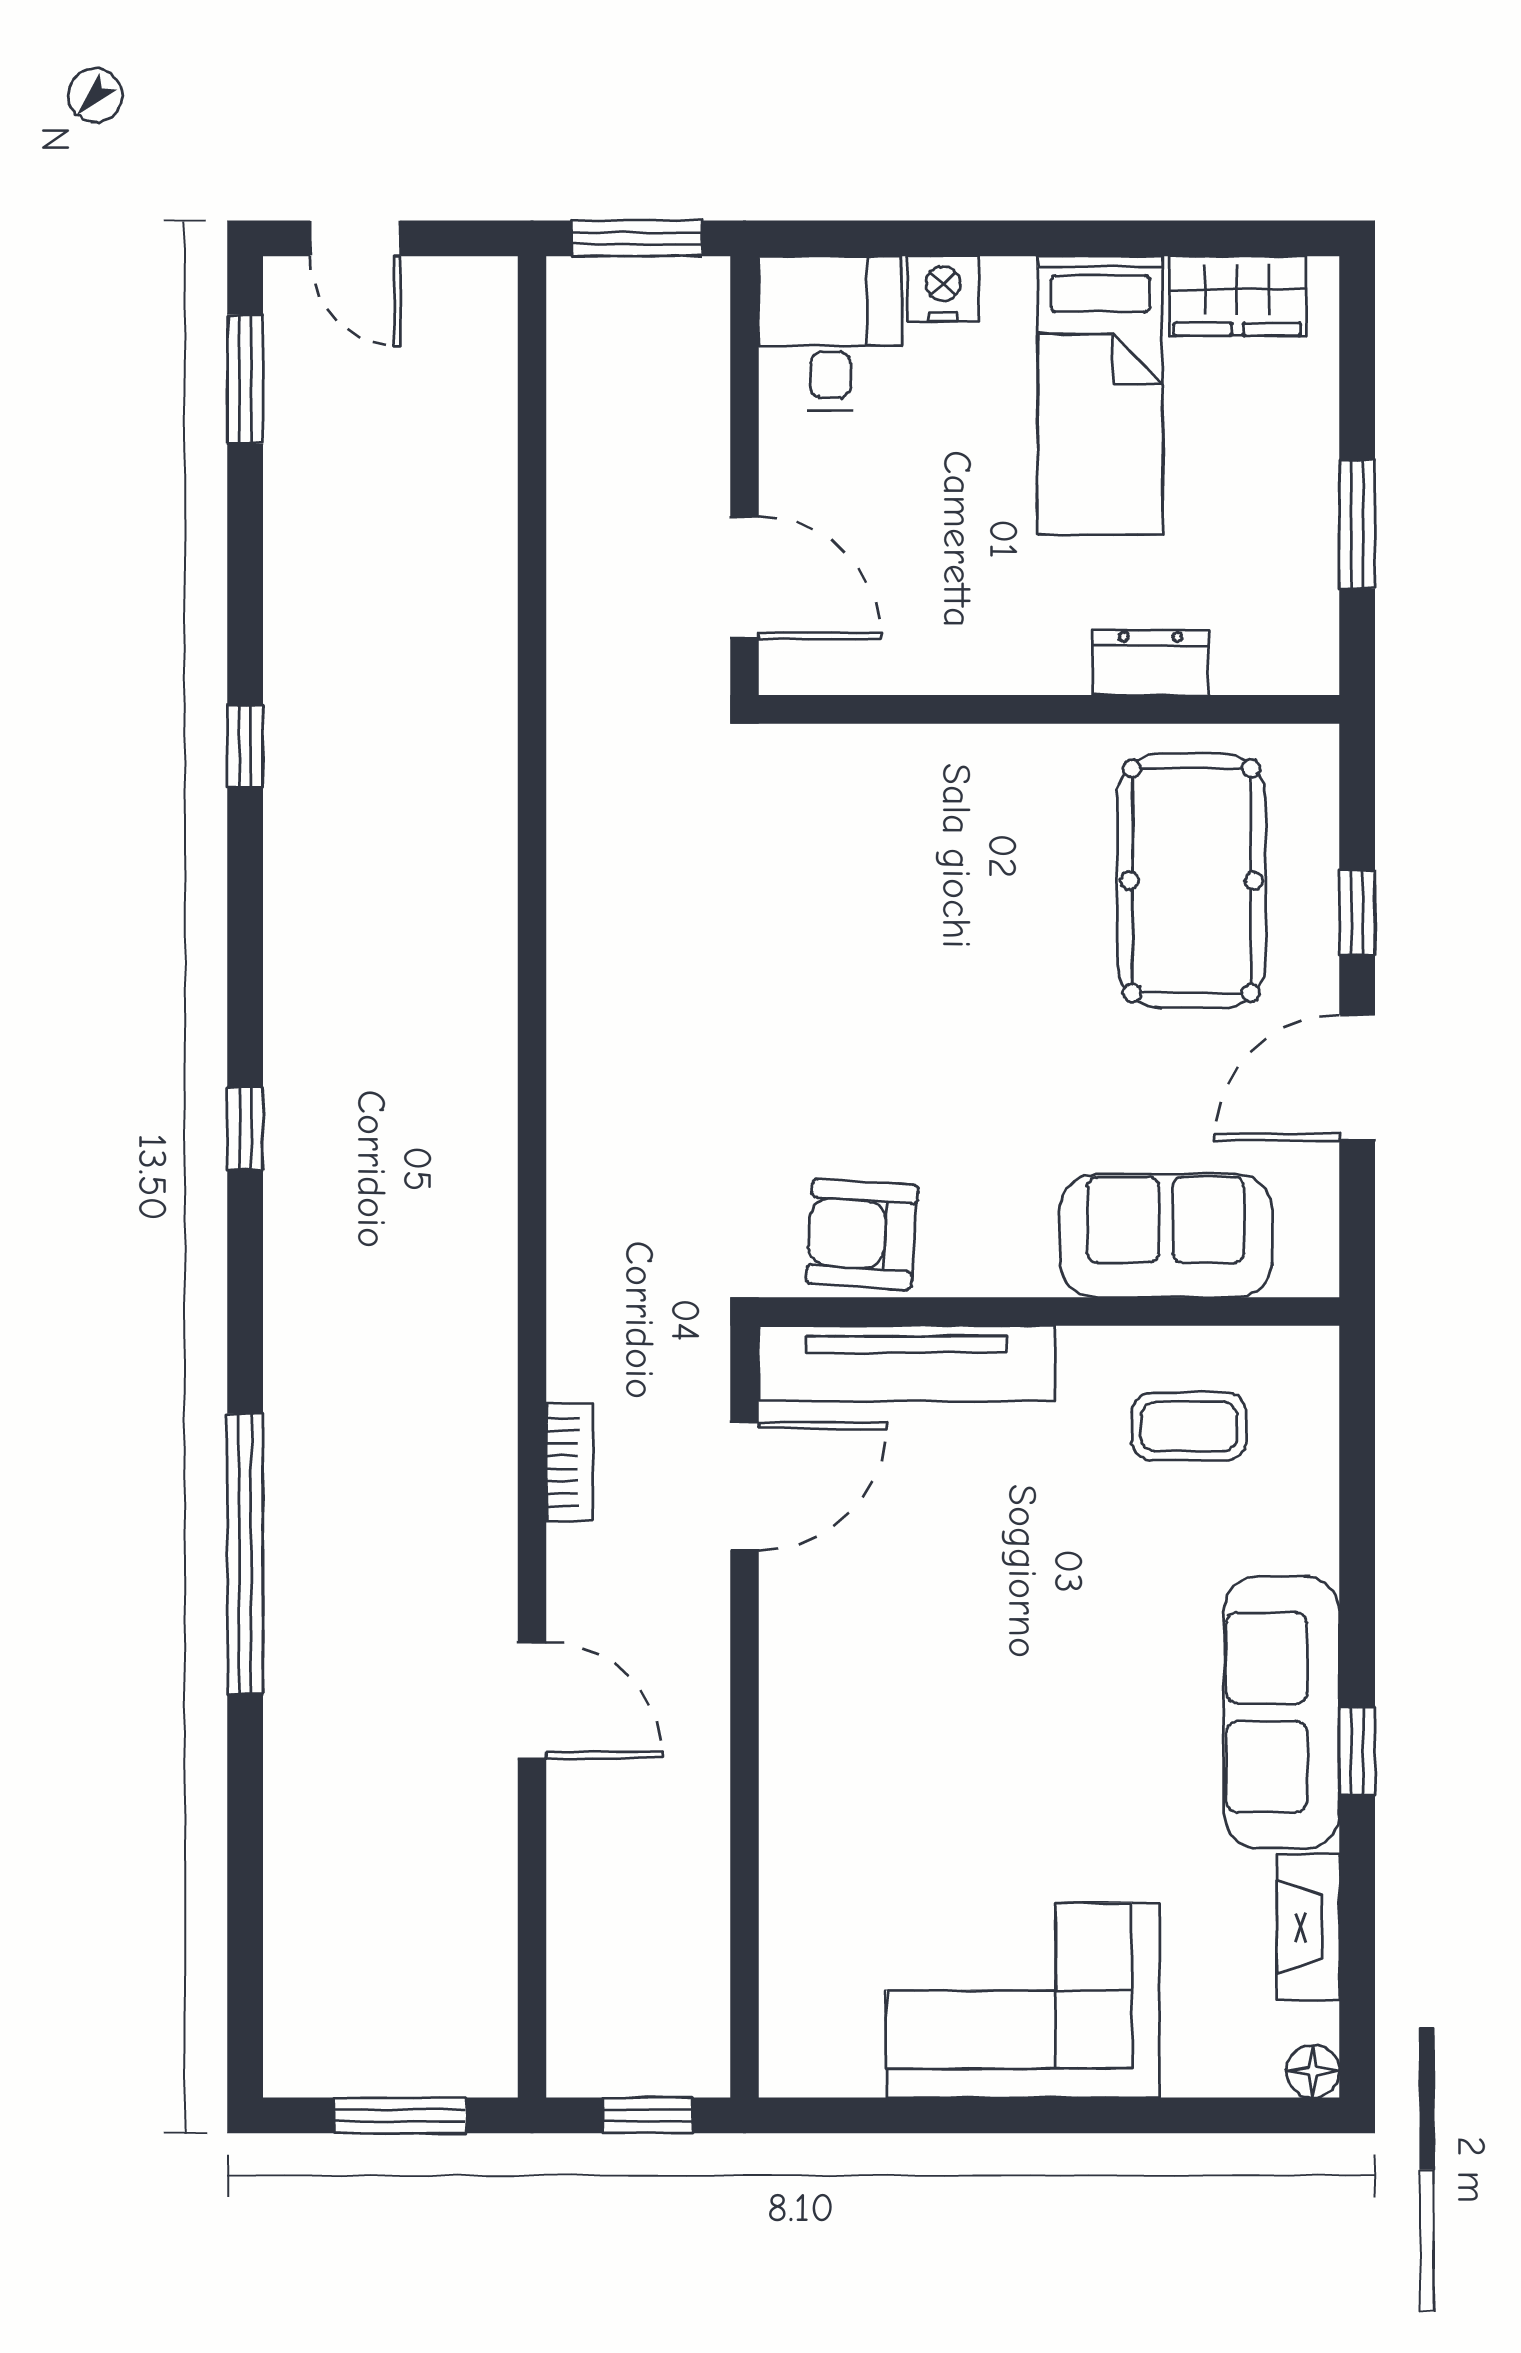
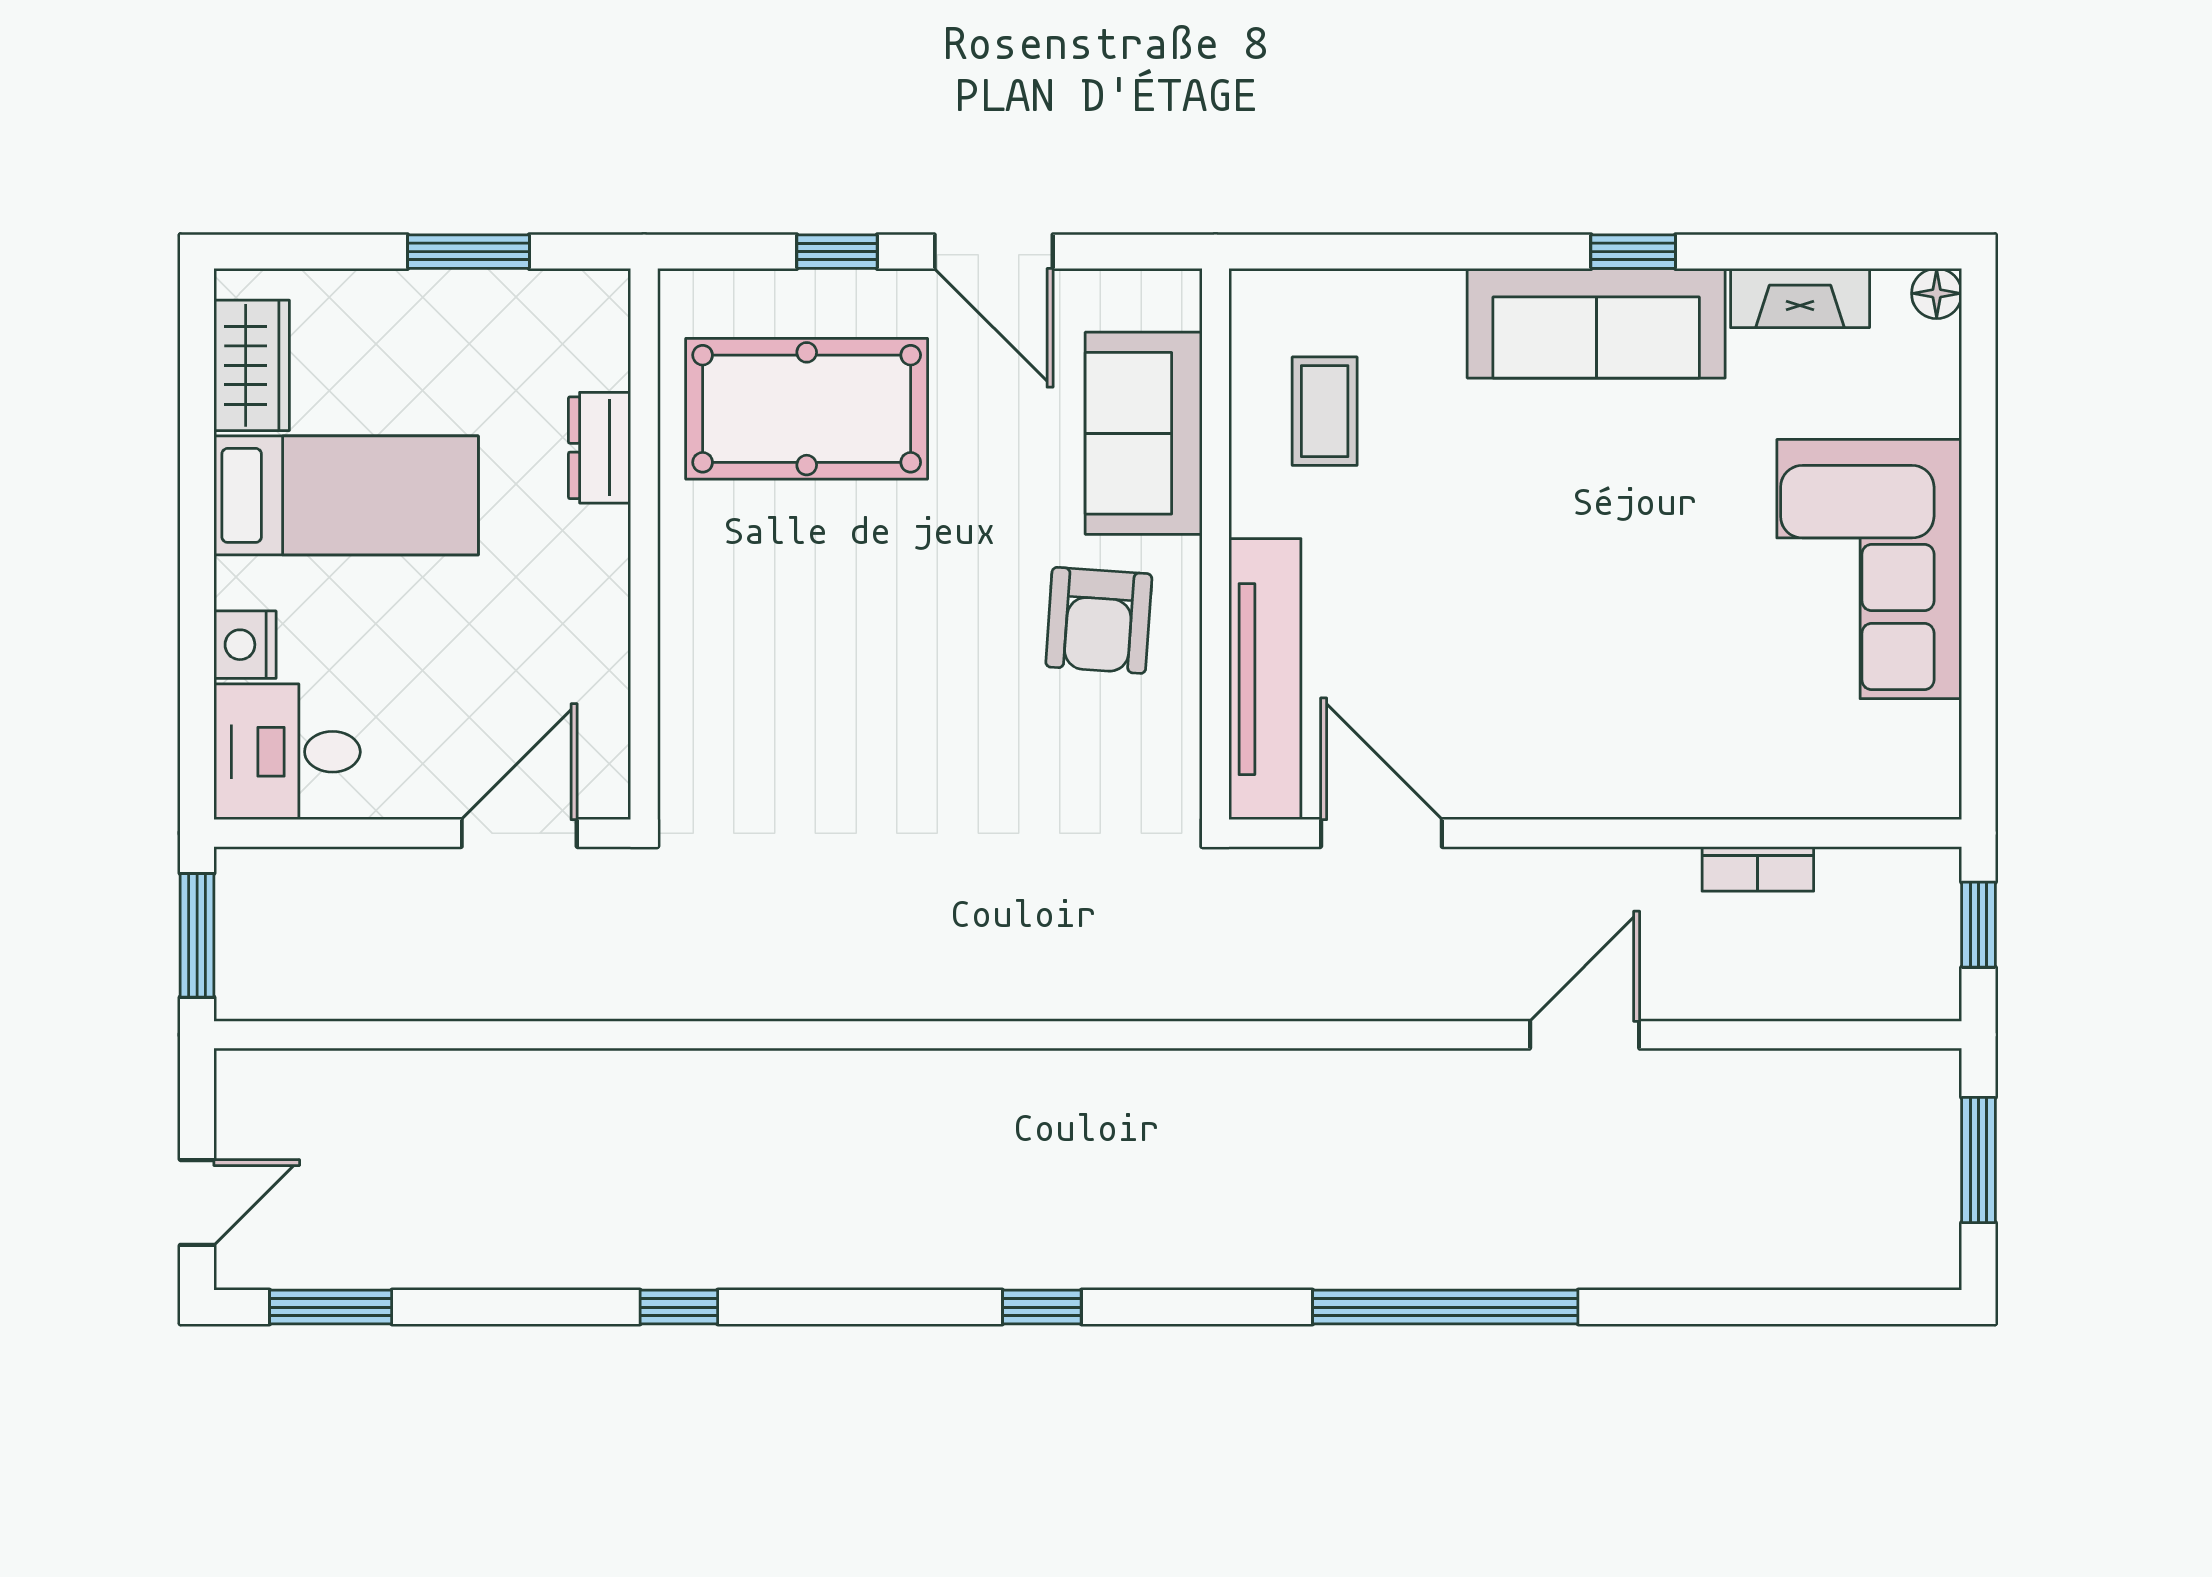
armchair: (862, 1234) -> (1099, 620), moved
bookcase: (570, 1462) -> (1758, 869), moved, turned 180

